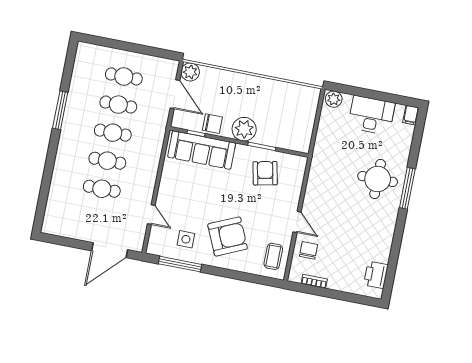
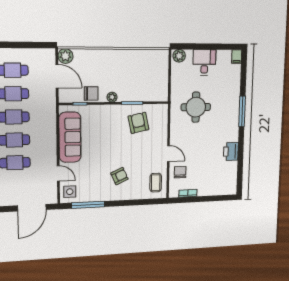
desk: (371, 115) -> (204, 62), width x0.73
plant: (244, 129) -> (112, 97), width x0.53, depth x0.53
sofa: (202, 150) -> (70, 137), moved, turned -90
round table: (378, 179) -> (196, 107), moved
armchair: (228, 236) -> (119, 176), width x0.53, depth x0.53
side table: (186, 239) -> (70, 192), moved
printer: (376, 275) -> (231, 151), moved

